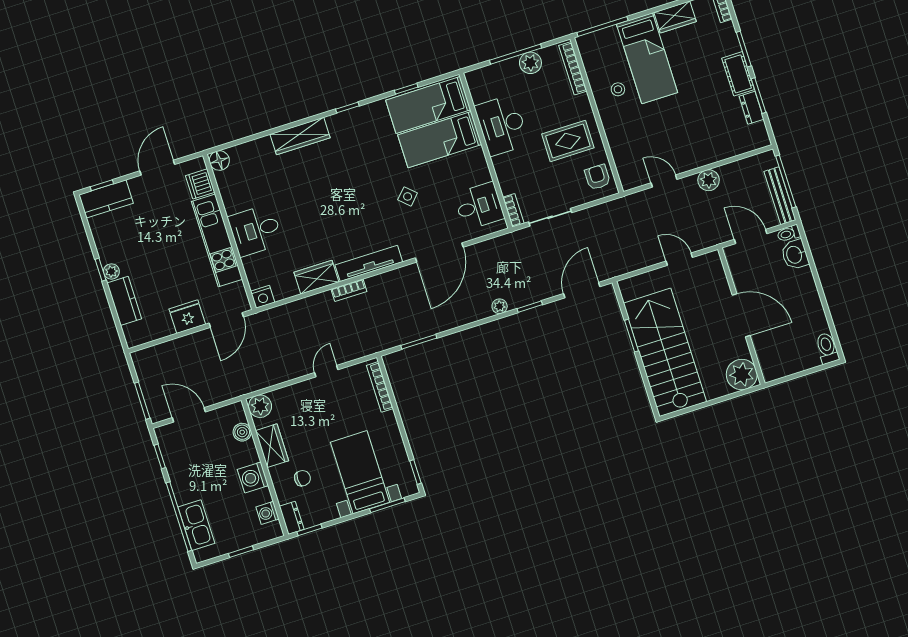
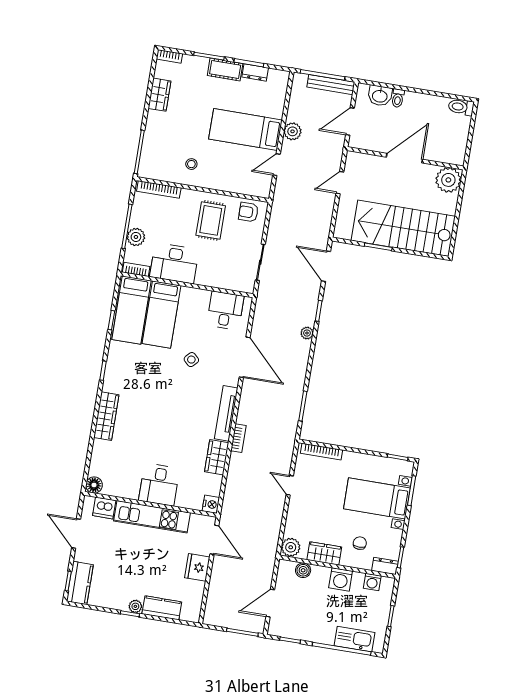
bed: (647, 58) -> (245, 129), moved, turned 180
plant: (530, 63) -> (136, 237), moved
bookcase: (513, 210) -> (136, 269), moved
toilet: (789, 234) -> (398, 98), moved

